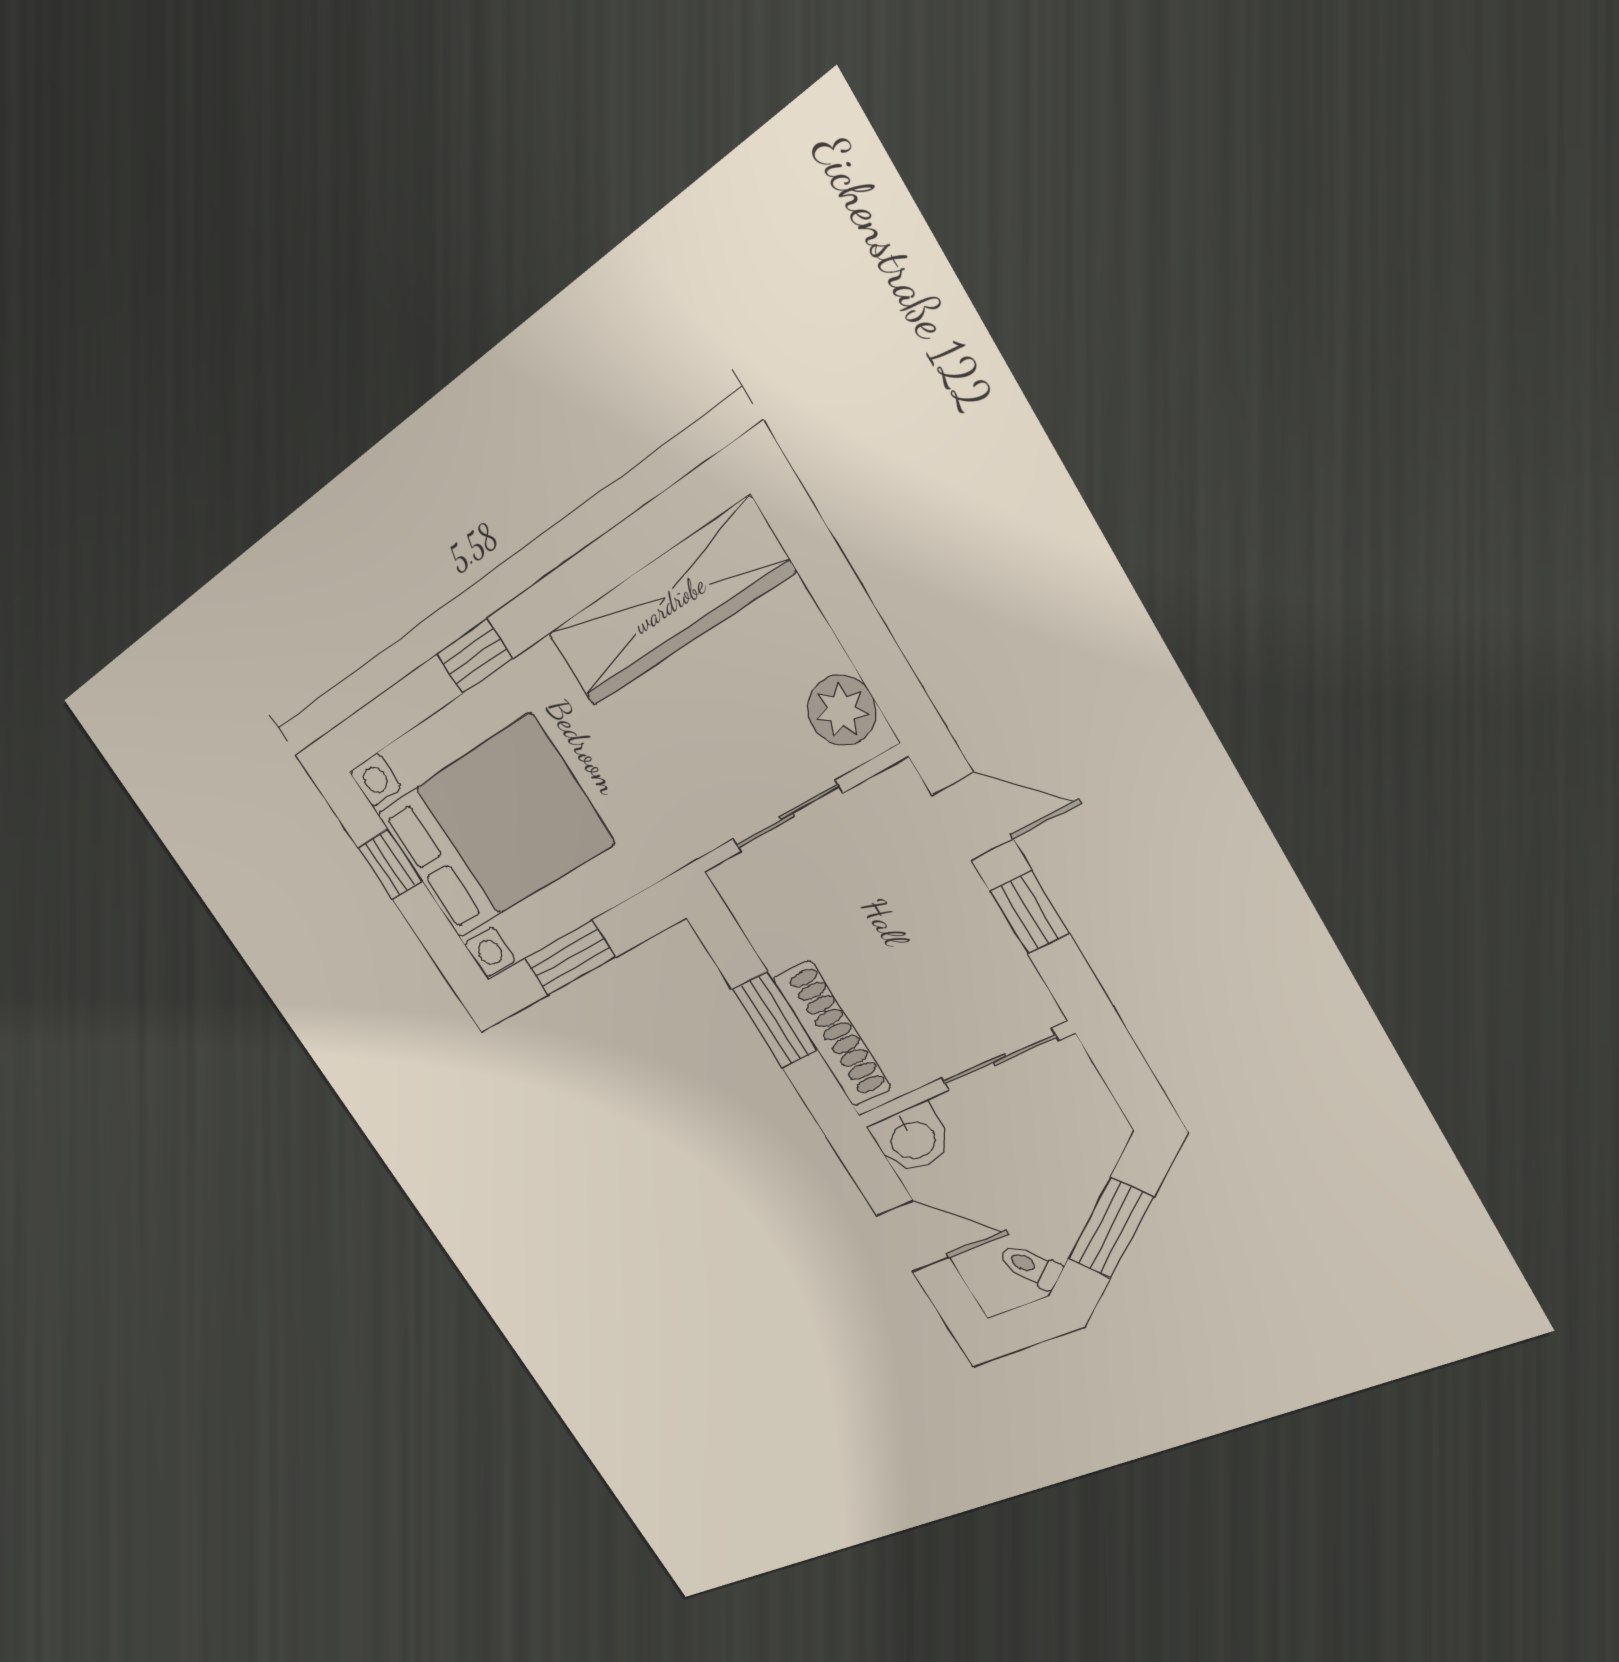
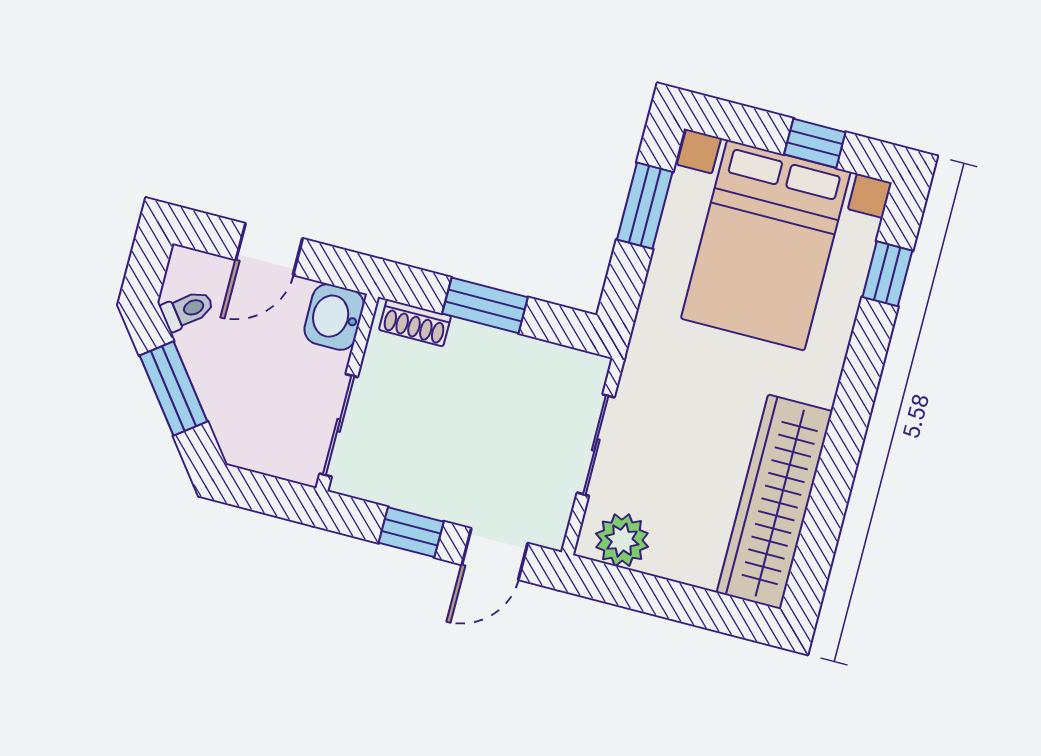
window: (474, 656) -> (887, 274), moved
shoe rack: (832, 1034) -> (415, 323), width x0.51, depth x0.81

